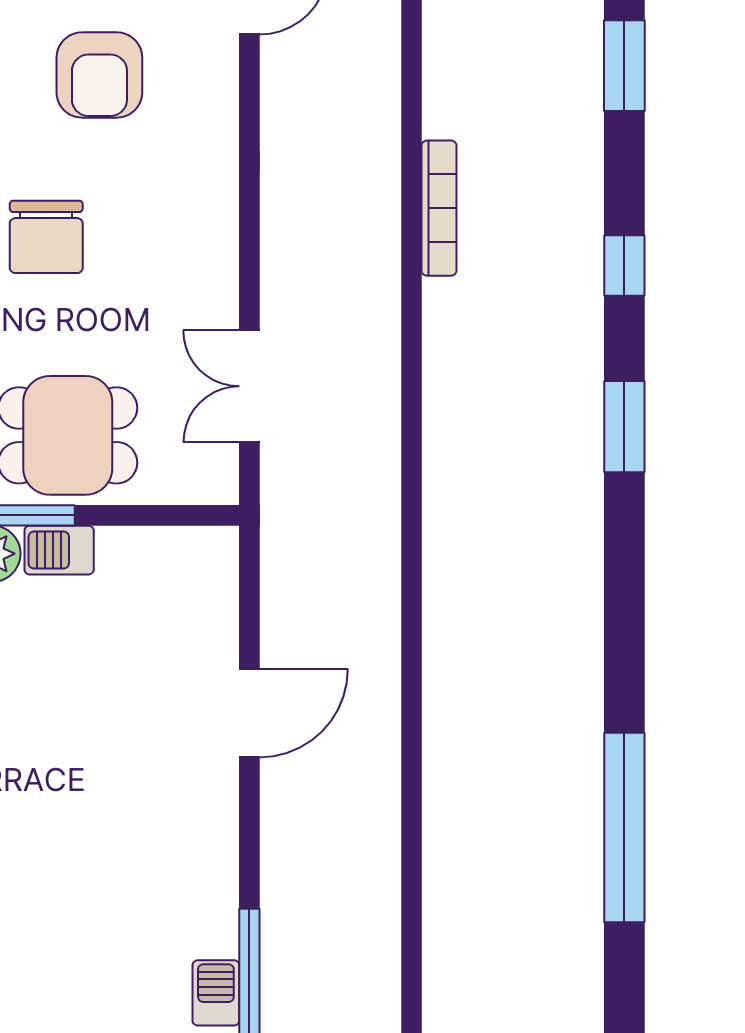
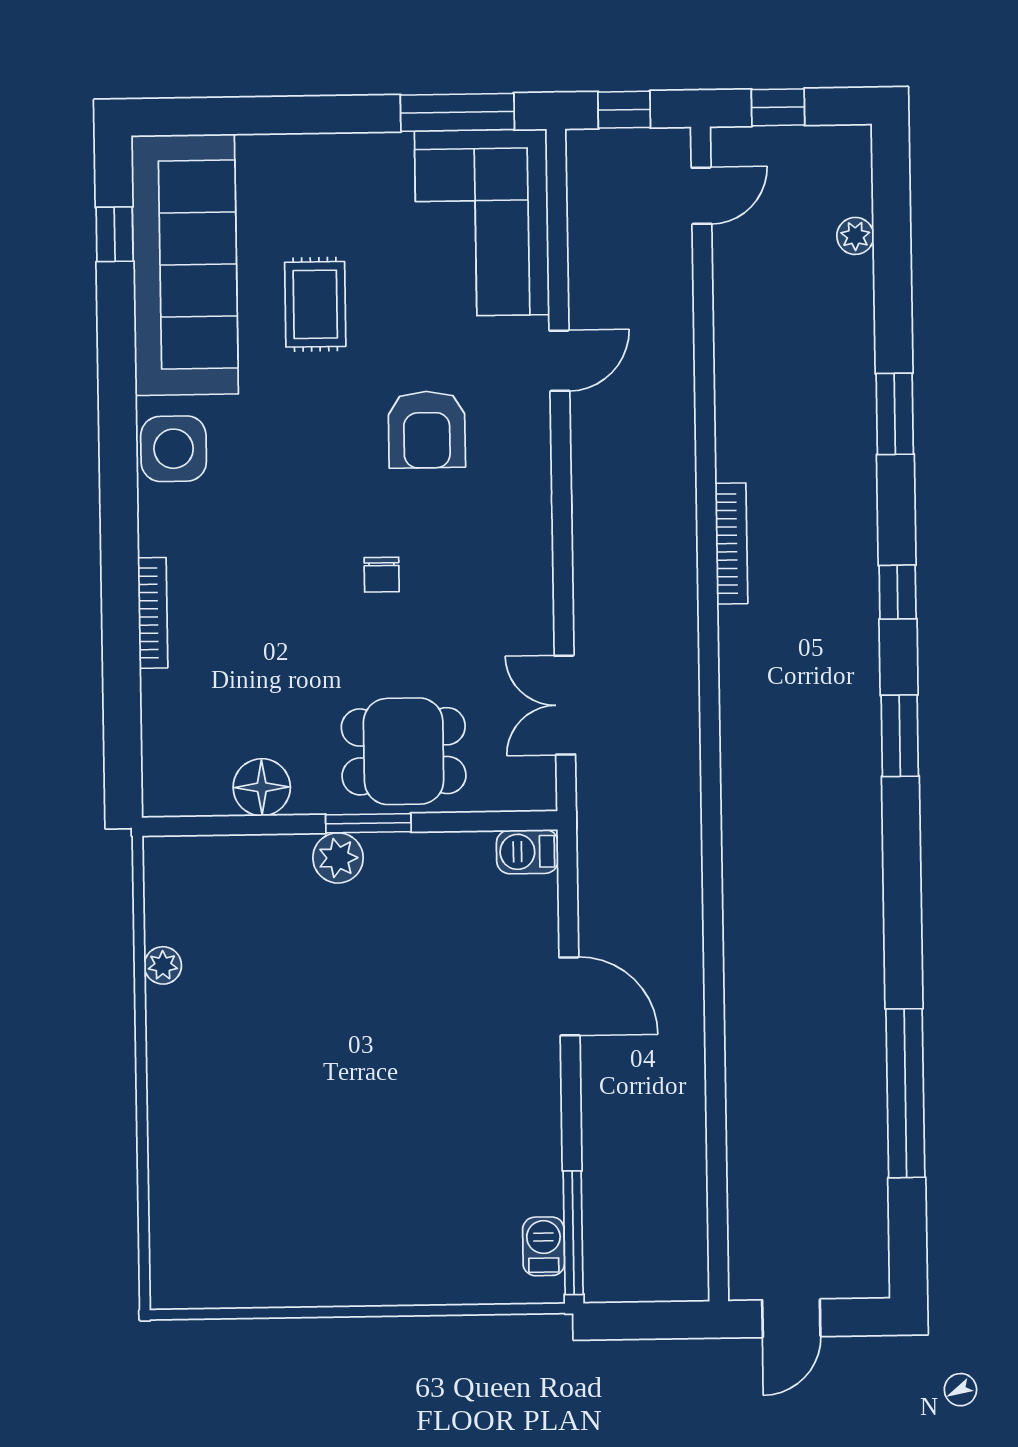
chair: (46, 237) -> (382, 575), width x0.54, depth x0.54
barbecue: (59, 550) -> (527, 852), moved
door: (249, 713) -> (569, 996), hinge flipped

